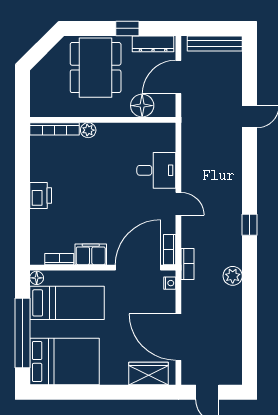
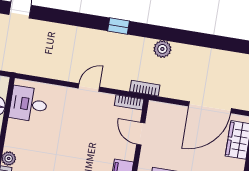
desk: (156, 170) -> (29, 104), moved, turned -90
door: (138, 268) -> (141, 134), width x0.53
nightstand: (170, 283) -> (160, 107), removed

